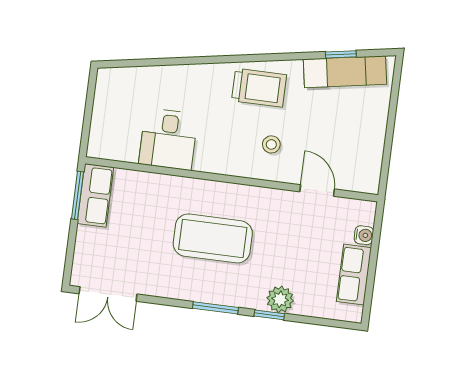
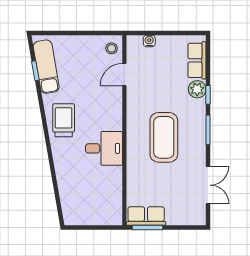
desk: (168, 139) -> (104, 148), moved
stool: (271, 144) -> (112, 48), moved
row of seats: (354, 275) -> (197, 60), moved, turned 90
double door: (108, 294) -> (208, 185), moved

